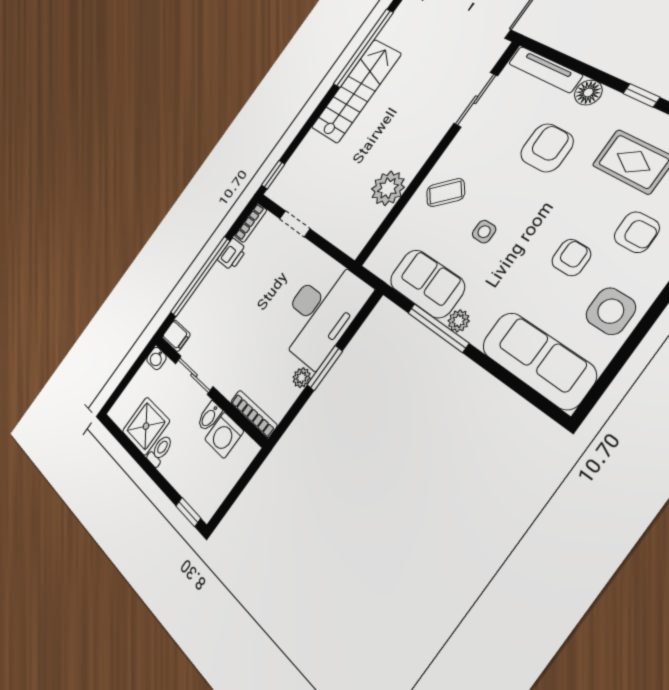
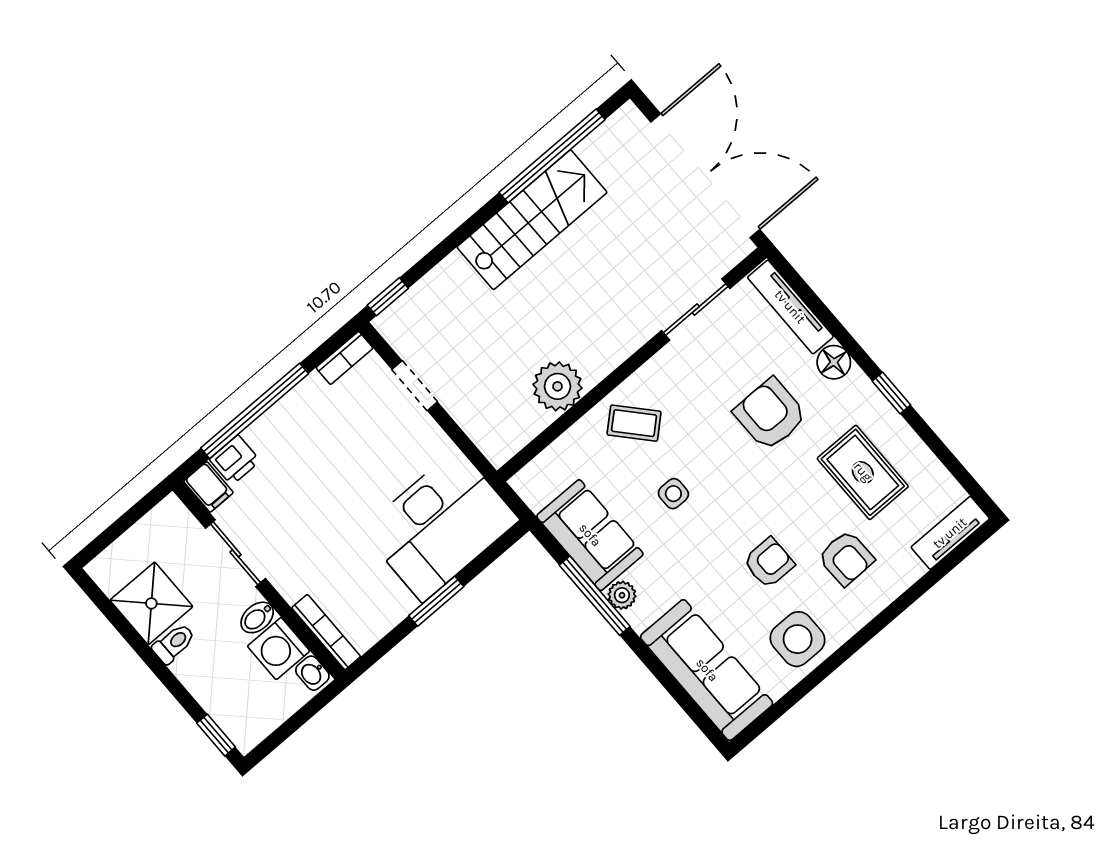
armchair: (547, 148) -> (770, 414), turned -90
printer: (232, 254) -> (235, 460), moved
washbasin: (157, 358) -> (312, 673), moved
plant: (302, 378) -> (402, 604), removed

